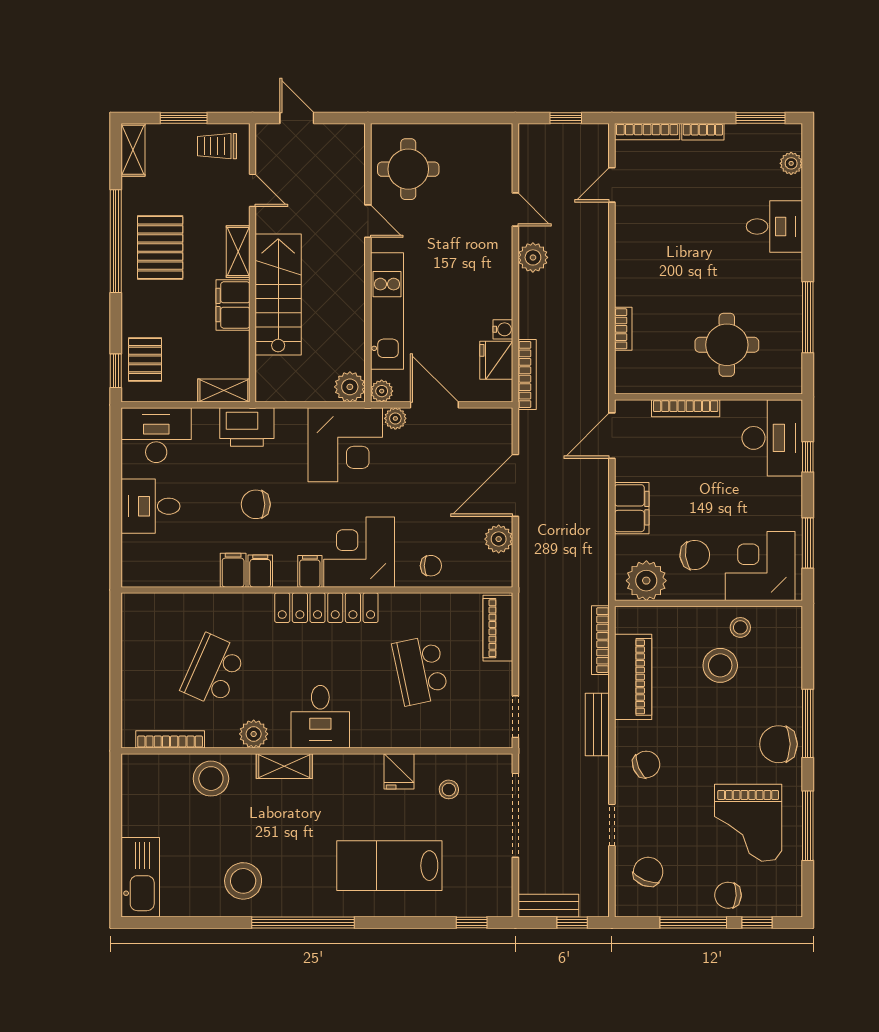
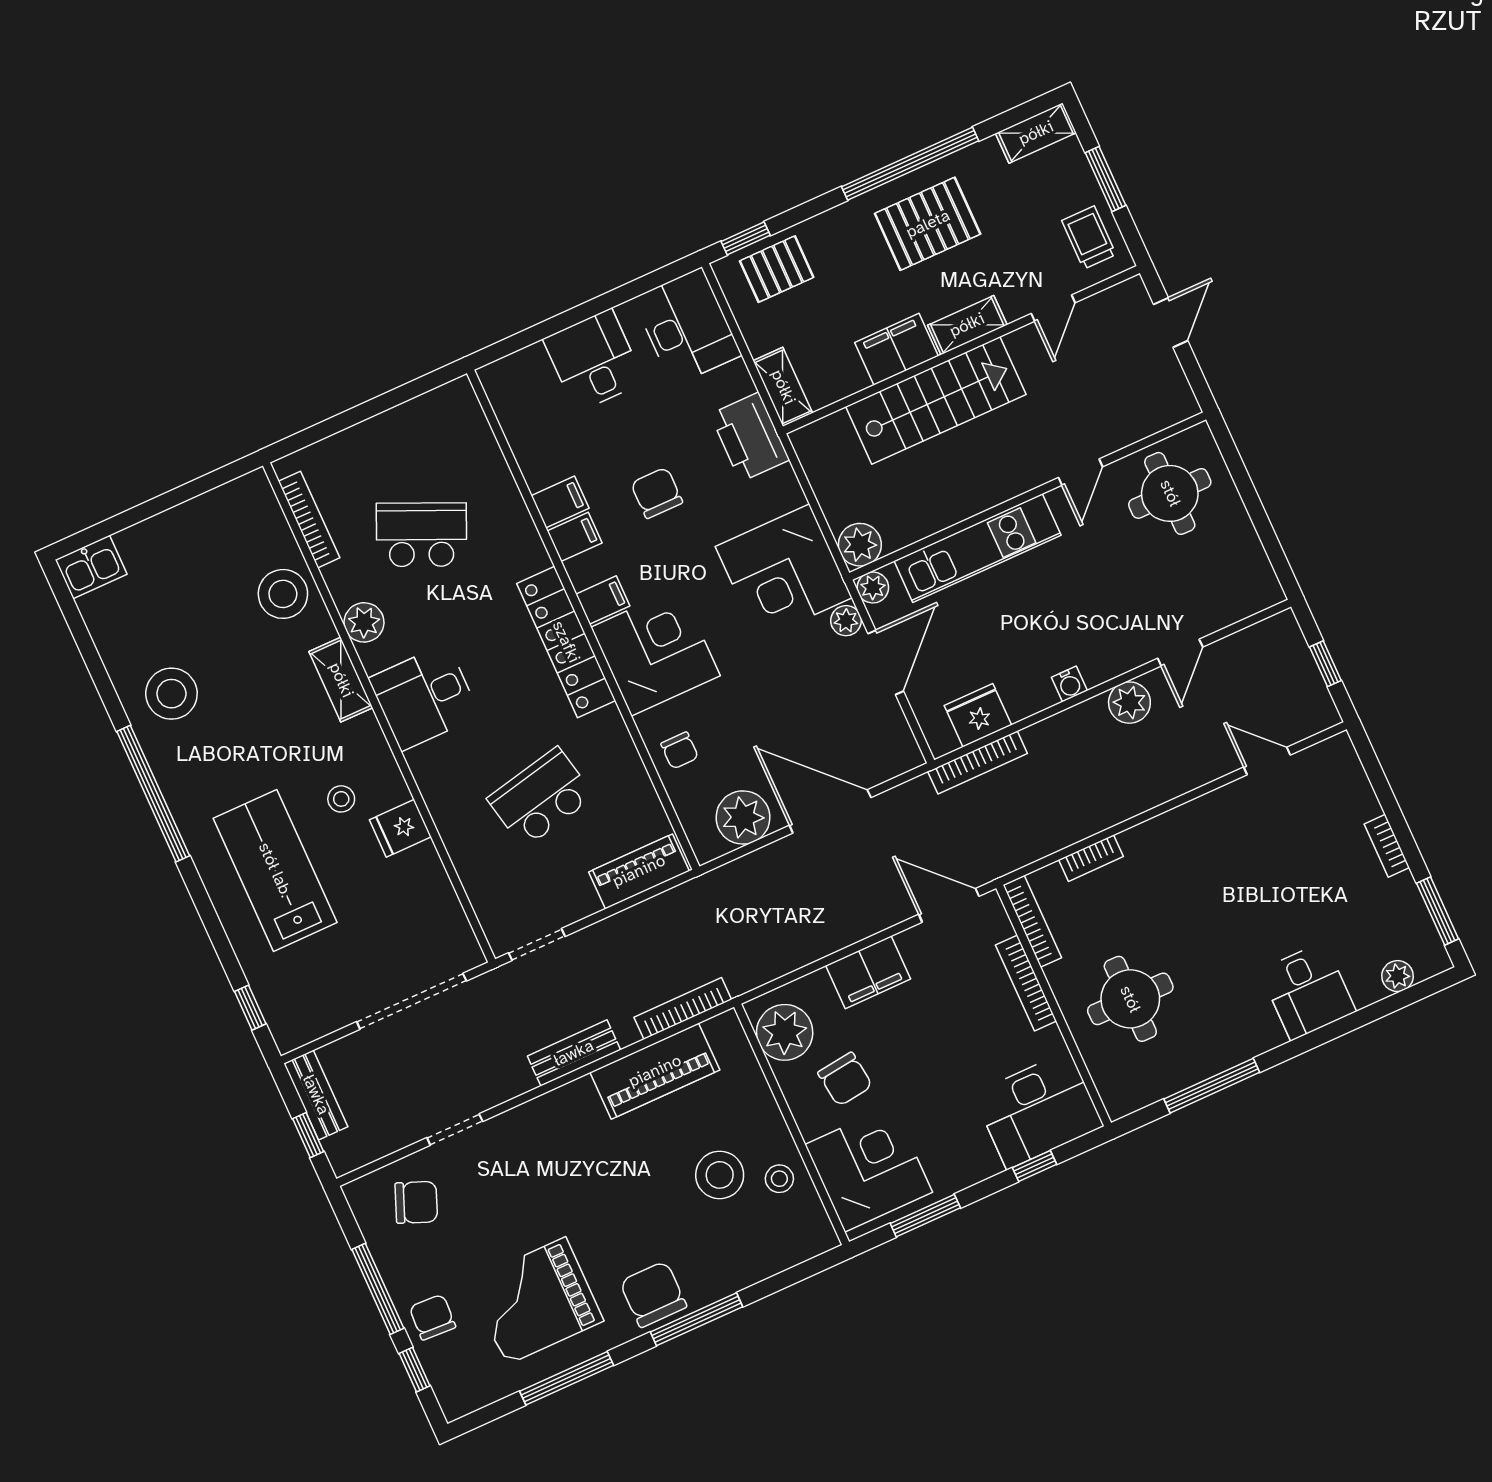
bookcase: (647, 132) -> (1032, 921), moved, turned 180
water cooler: (503, 329) -> (1069, 684), moved
plant: (499, 539) -> (743, 817), width x1.36, depth x1.36
chair: (646, 764) -> (551, 1138), removed
stool: (449, 789) -> (341, 799), moved
kitchen sink: (140, 877) -> (91, 567), width x0.53, depth x0.81

